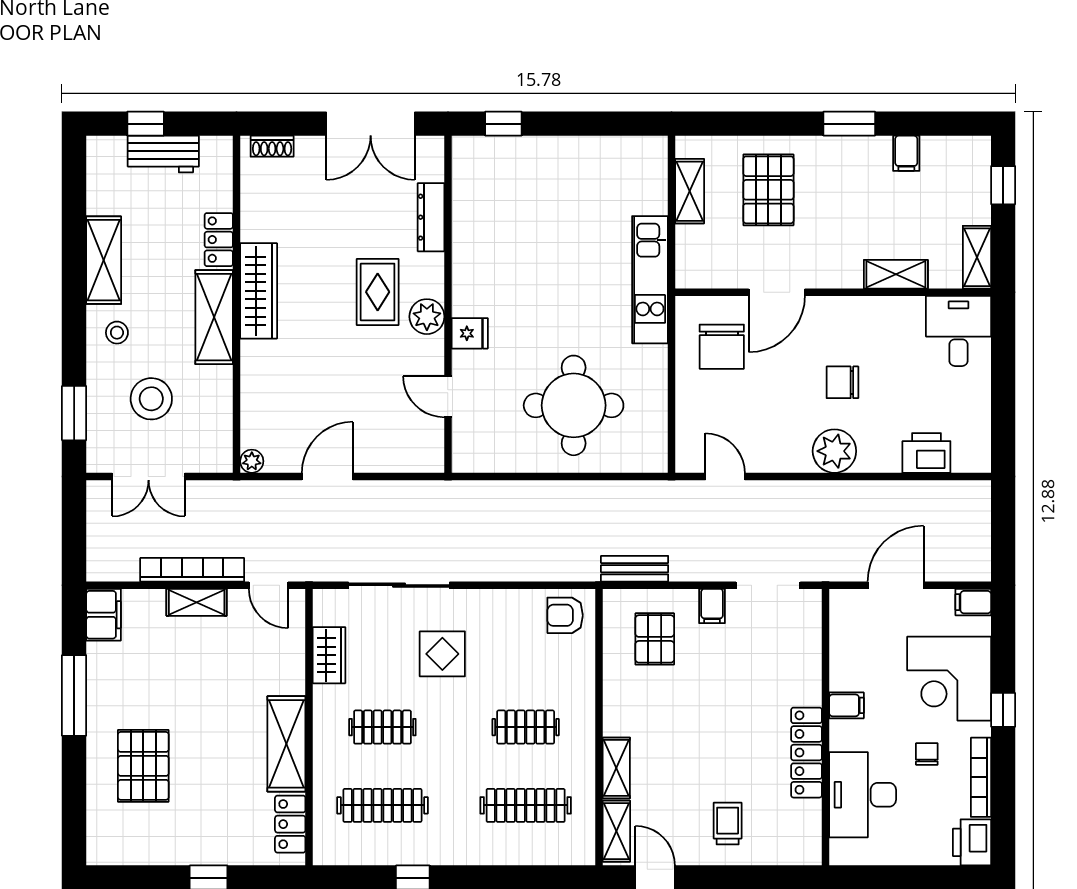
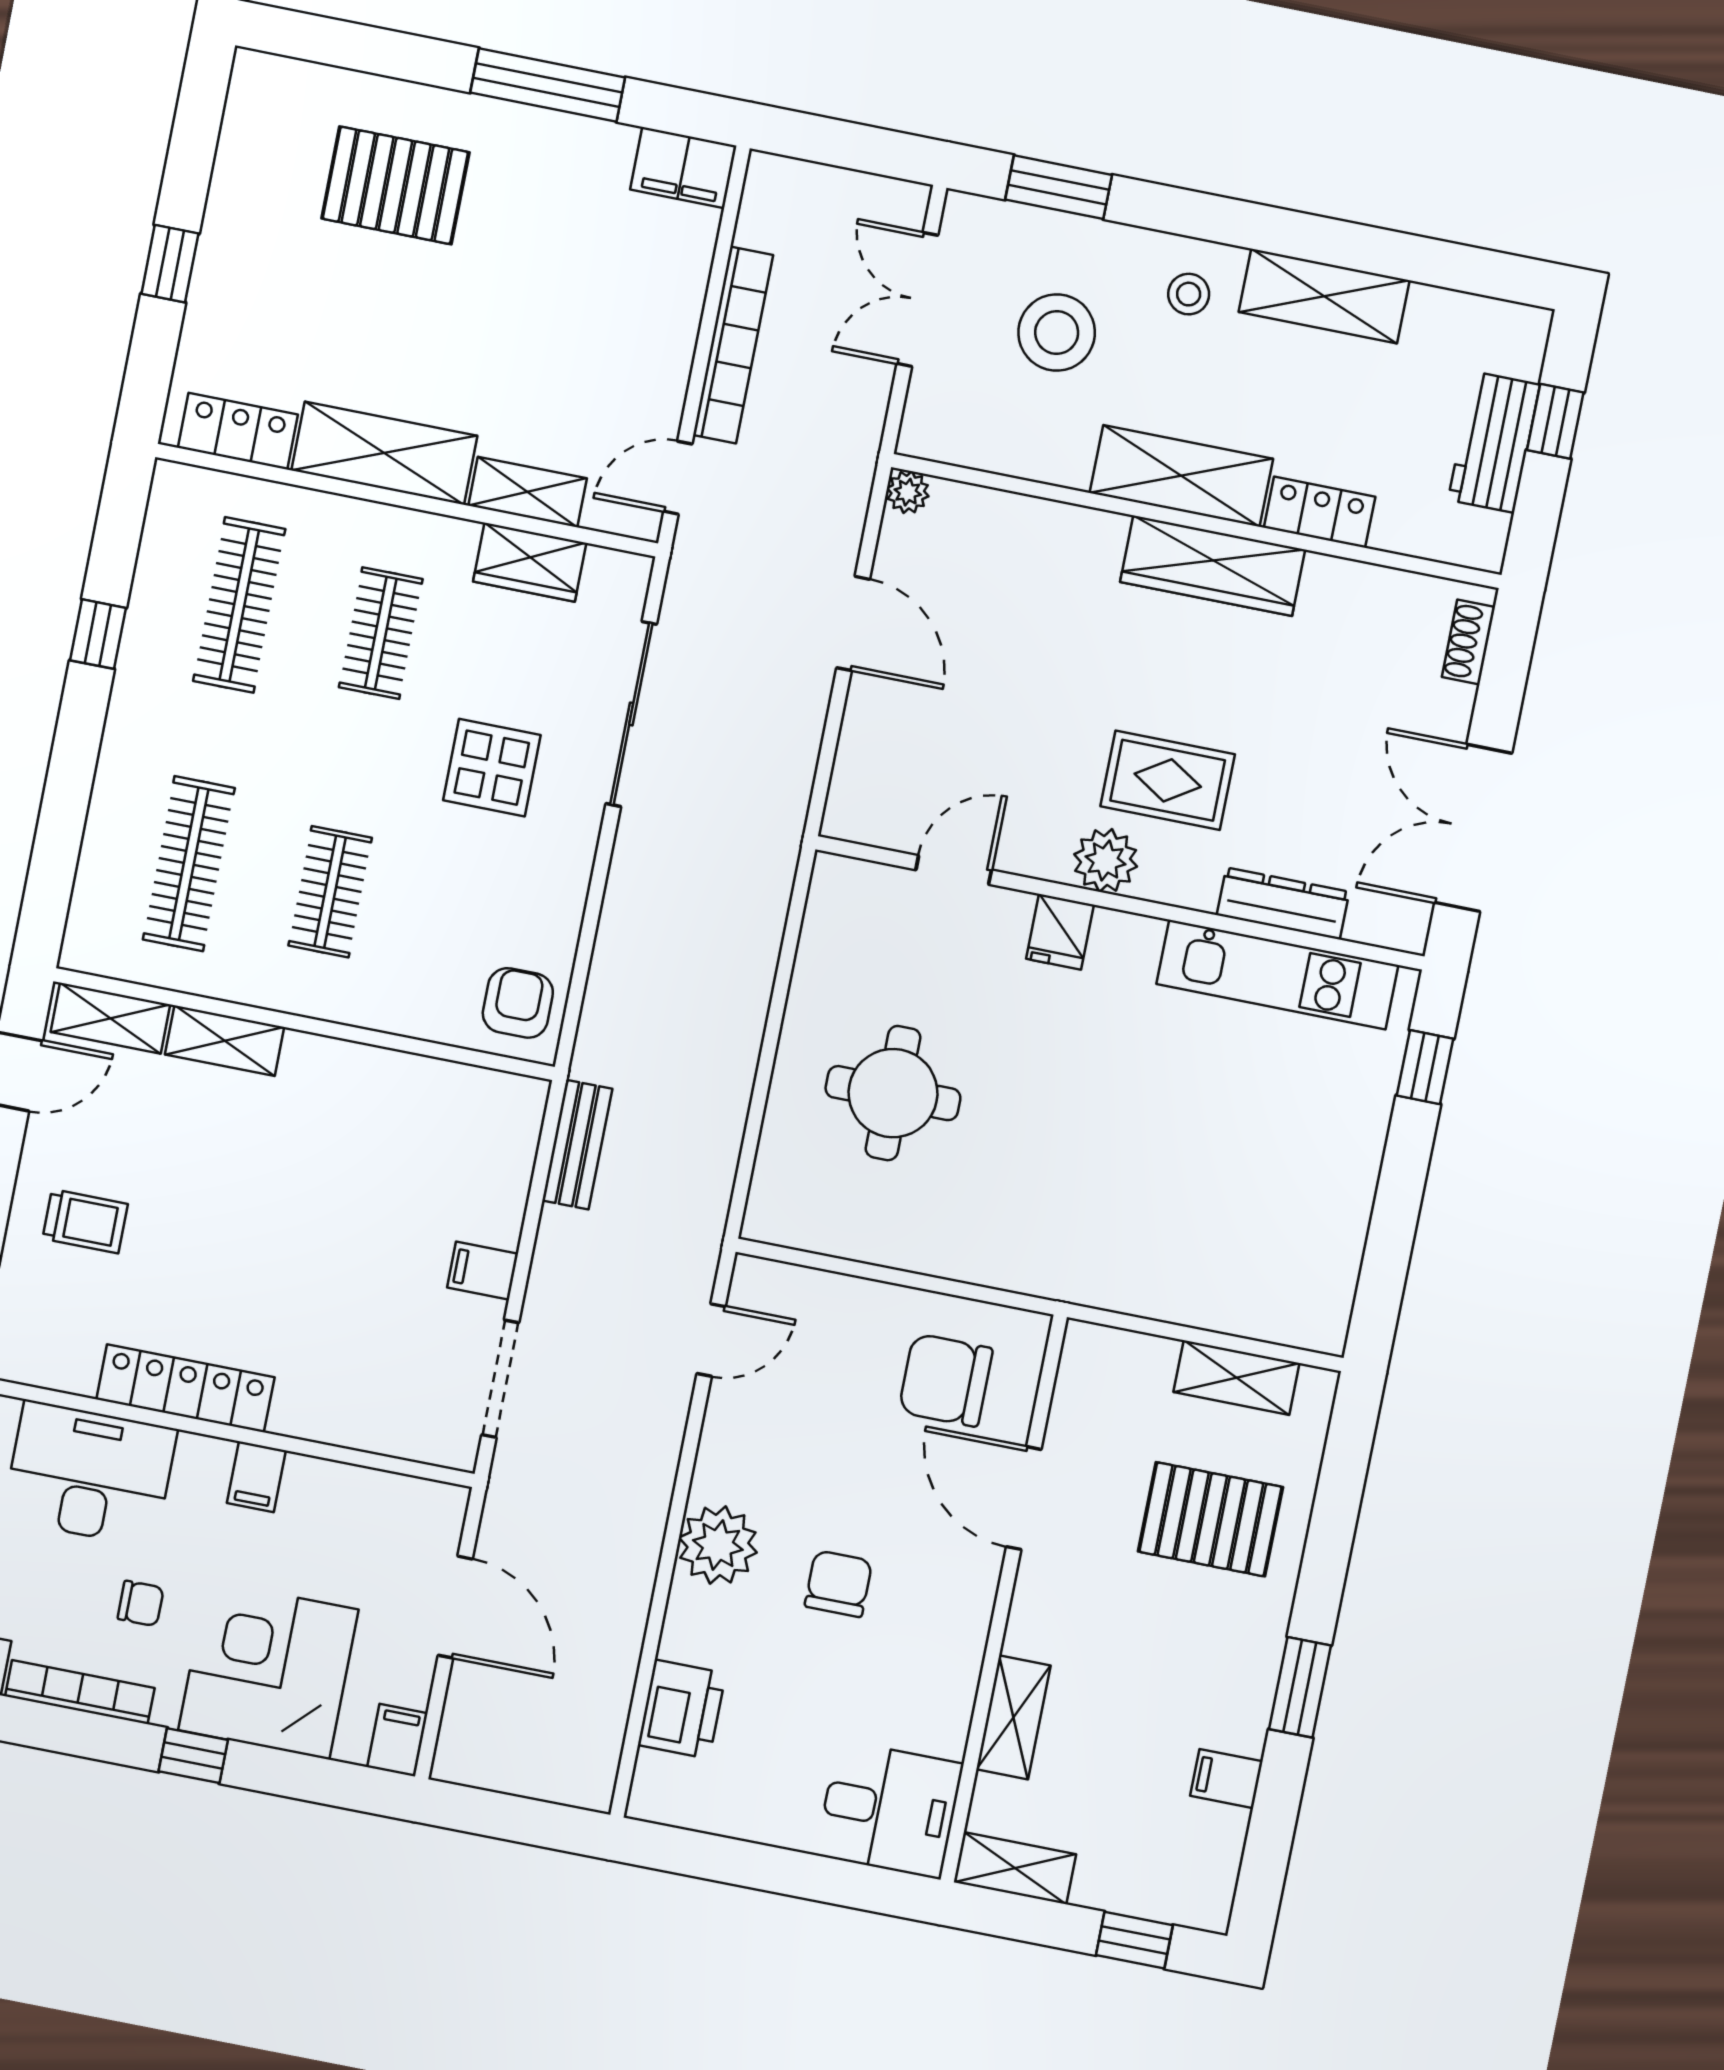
kitchen unit: (650, 280) -> (1277, 975), moved, turned 180
round table: (574, 405) -> (893, 1093), width x0.73, depth x0.73
shelving: (197, 602) -> (528, 492), moved, turned 90
pallet: (655, 639) -> (444, 1156), removed

